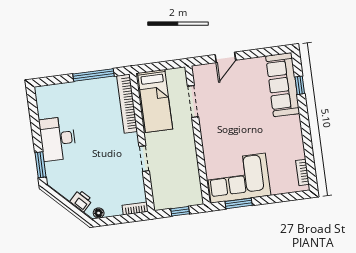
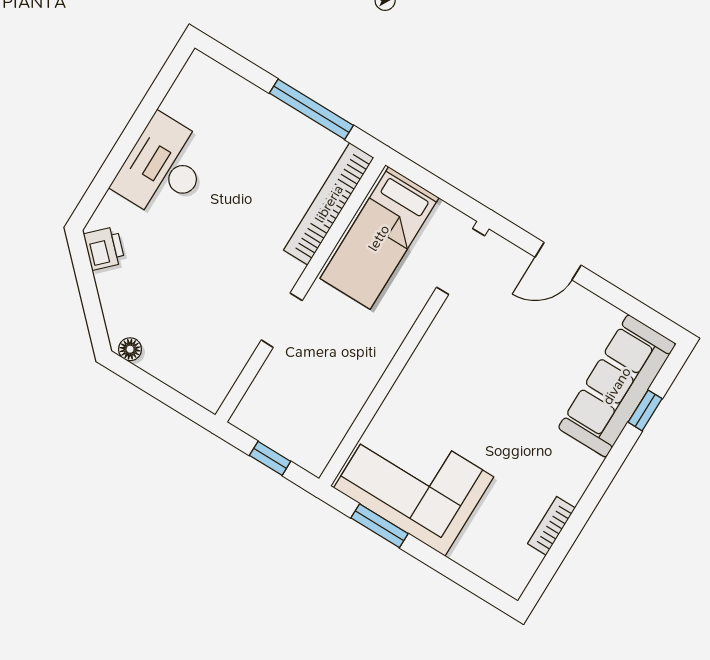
doorway: (193, 102) -> (461, 261), moved
window: (41, 165) -> (99, 188), removed
bookcase: (302, 172) -> (551, 526), moved
printer: (81, 201) -> (104, 248), moved
bookcase: (135, 208) -> (198, 392), removed

